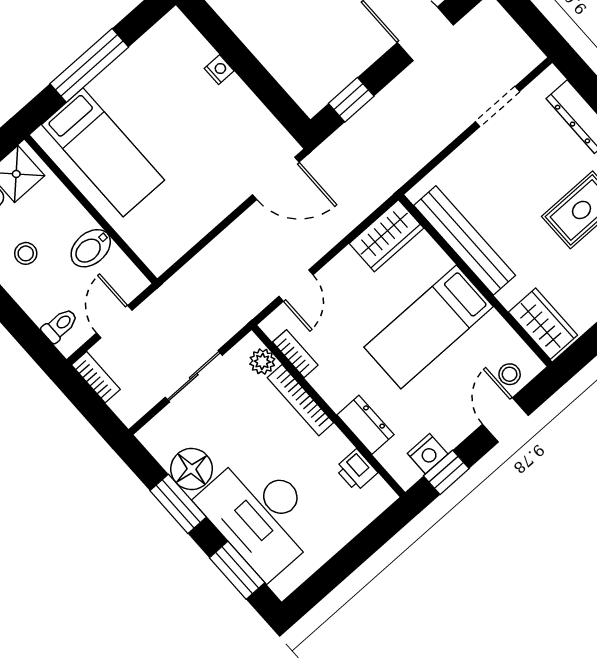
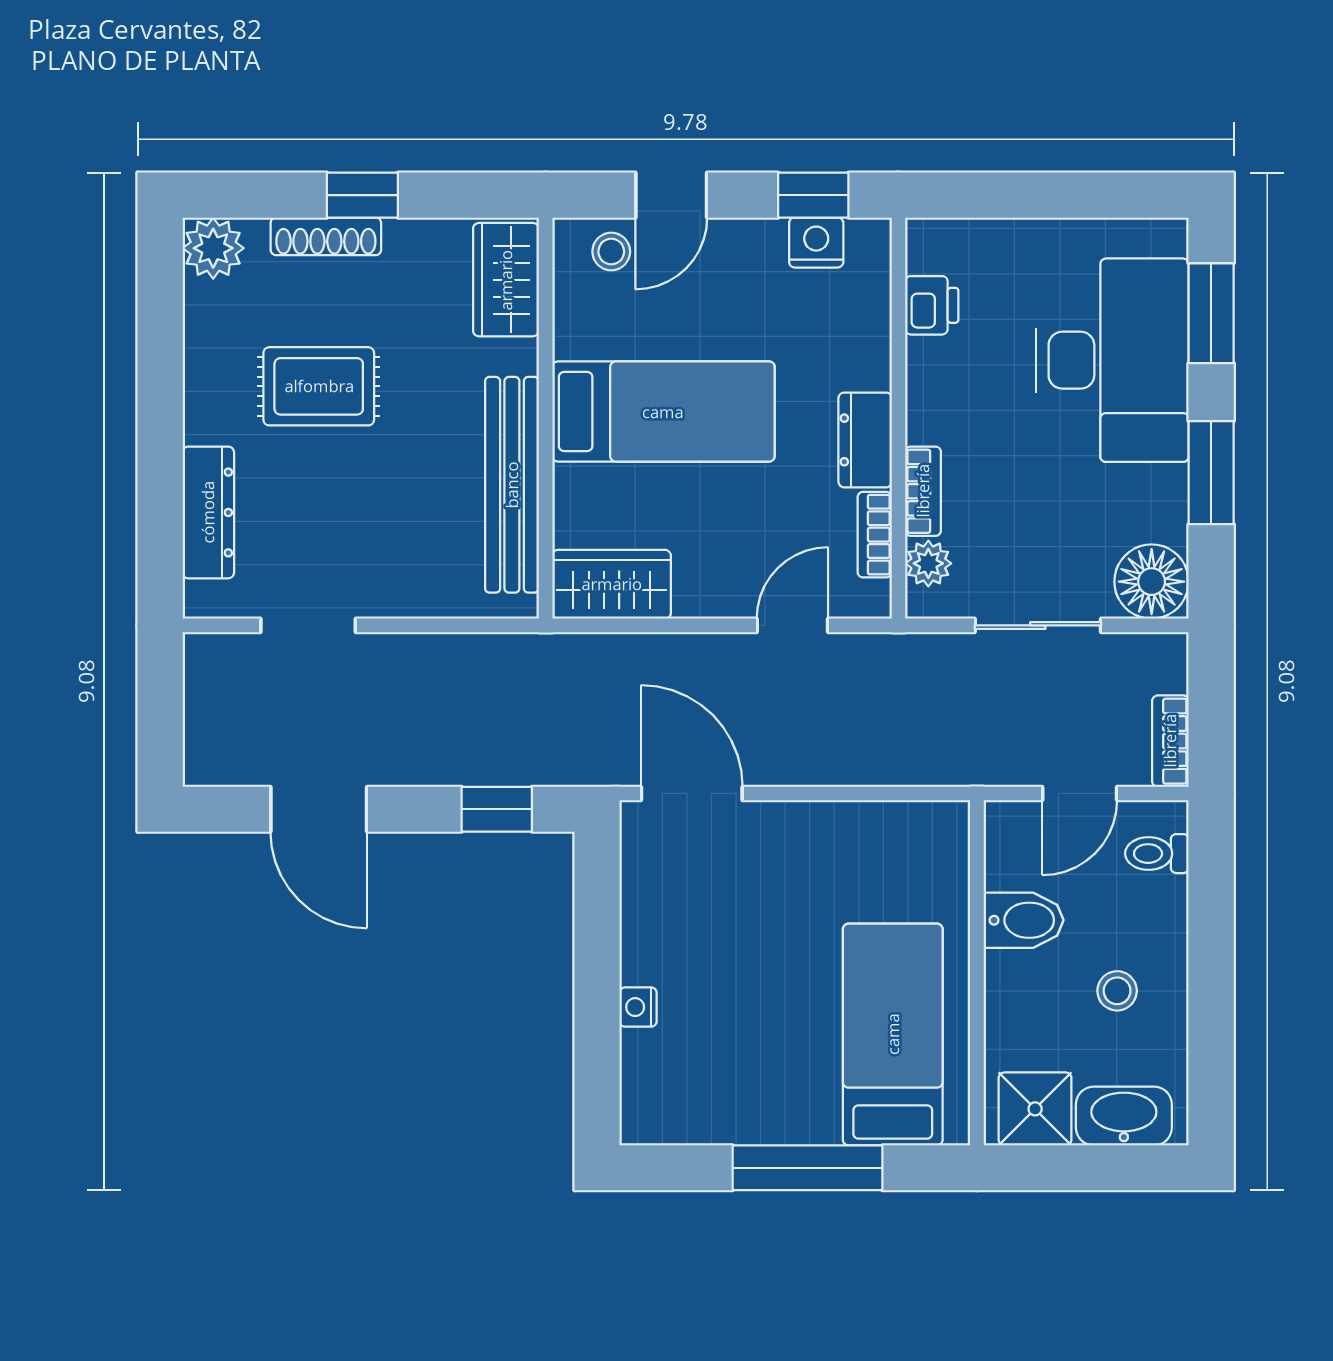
bookcase: (300, 400) -> (923, 491), width x0.64
dresser: (365, 425) -> (865, 440), moved
floor lamp: (192, 469) -> (1152, 582), moved

